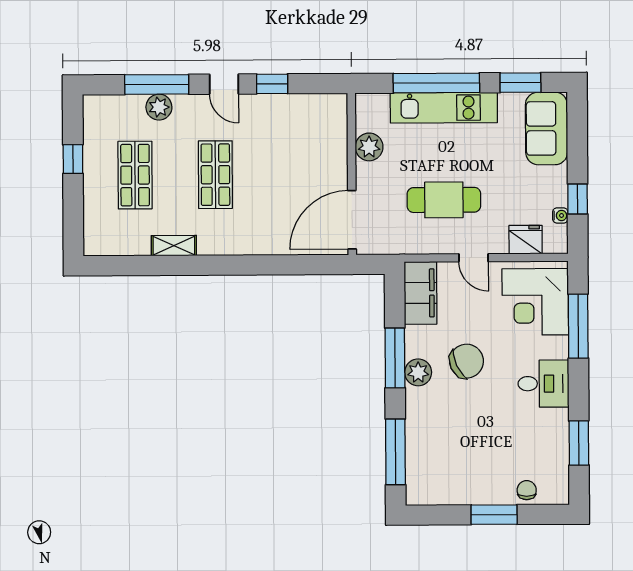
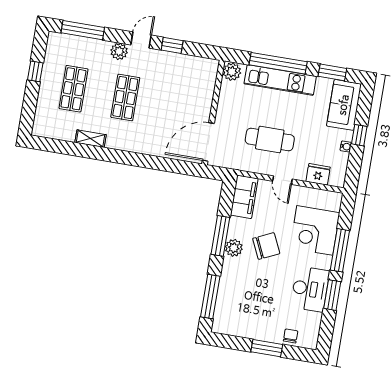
window: (157, 84) -> (83, 30), moved
door: (224, 84) -> (141, 40), swing flipped
plant: (159, 107) -> (119, 51), moved
plant: (369, 147) -> (232, 72), moved
window: (578, 199) -> (359, 135), moved
water cooler: (560, 215) -> (346, 147), moved
corner desk: (535, 302) -> (315, 230), moved
window: (578, 326) -> (340, 250), moved
desk: (543, 384) -> (310, 289), moved, width x1.37
window: (579, 443) -> (332, 295), moved

